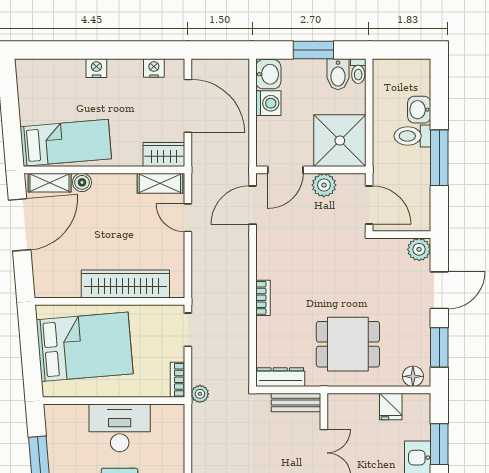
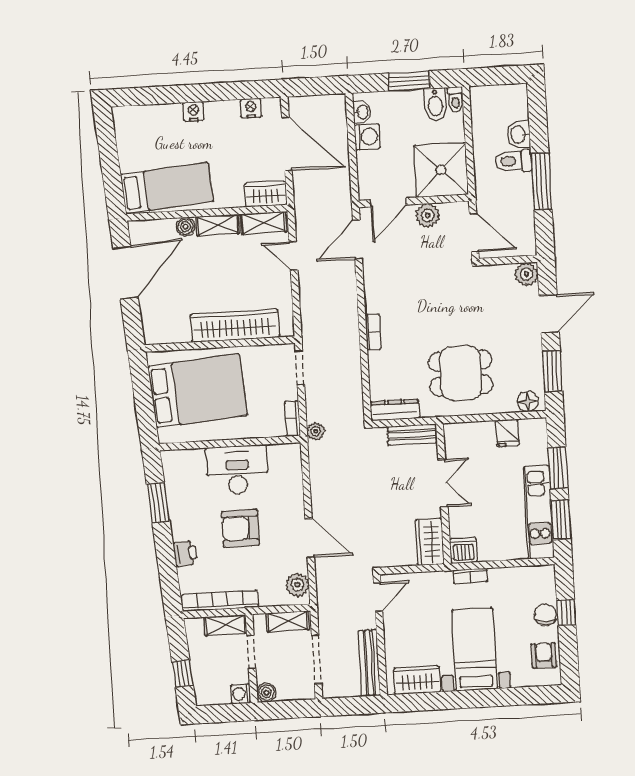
washbasin: (268, 74) -> (362, 112), width x0.72, depth x0.69
shelving: (50, 183) -> (218, 225), moved

